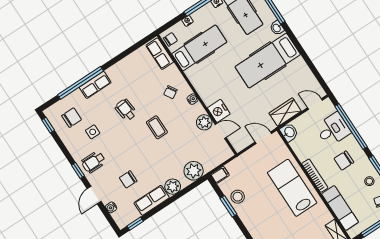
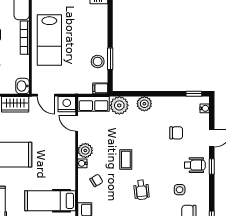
nightstand: (219, 111) -> (67, 104), moved, turned -90
plant: (204, 122) -> (85, 150), moved
row of seats: (152, 200) -> (94, 104), moved
water cooler: (111, 207) -> (205, 108), moved

